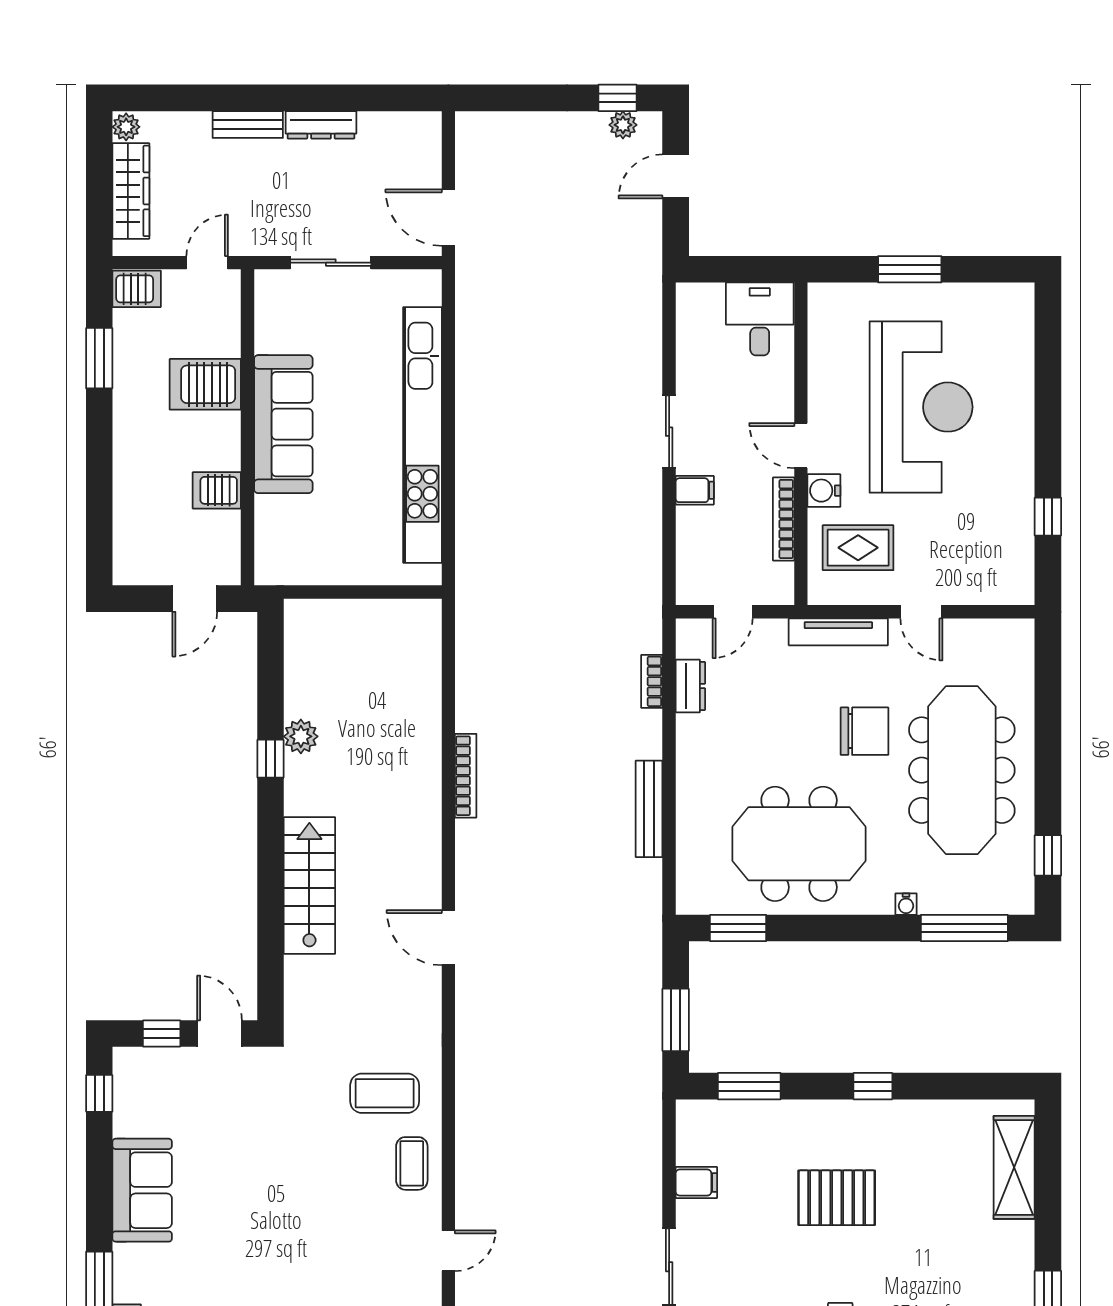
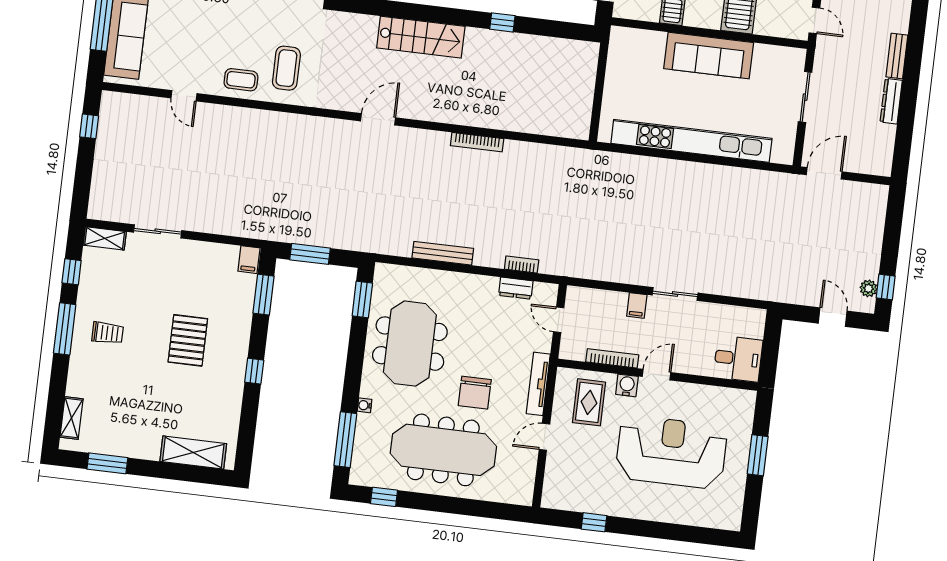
reception desk: (921, 407) -> (671, 452), turned 180
plant: (301, 736) -> (514, 43), removed
filing cabinet: (696, 1182) -> (249, 260), moved

